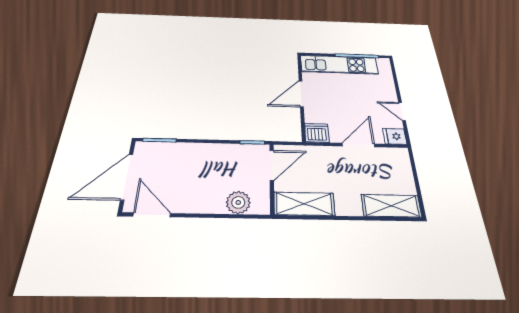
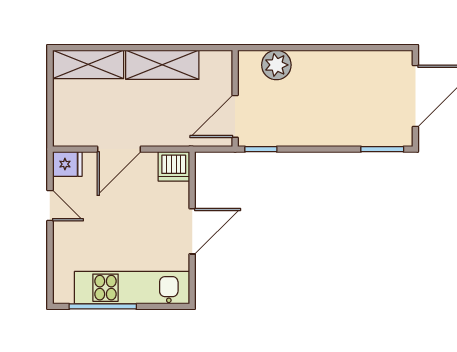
shelving: (304, 204) -> (162, 65), moved
door: (152, 215) -> (378, 48), removed

